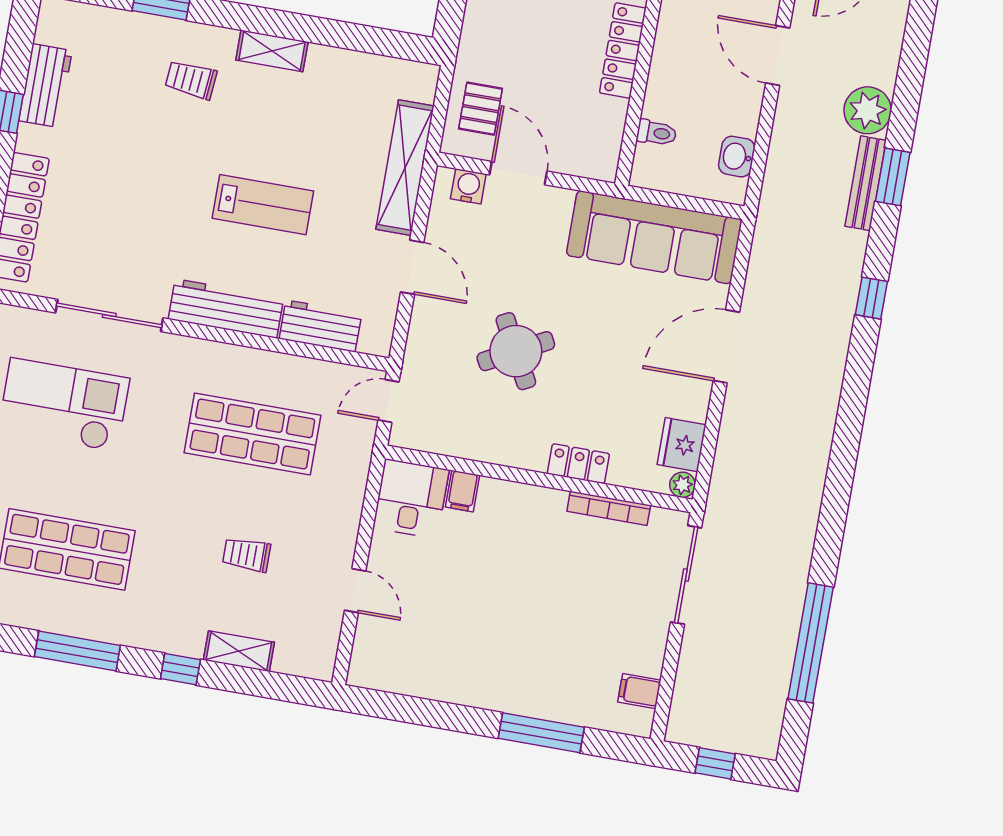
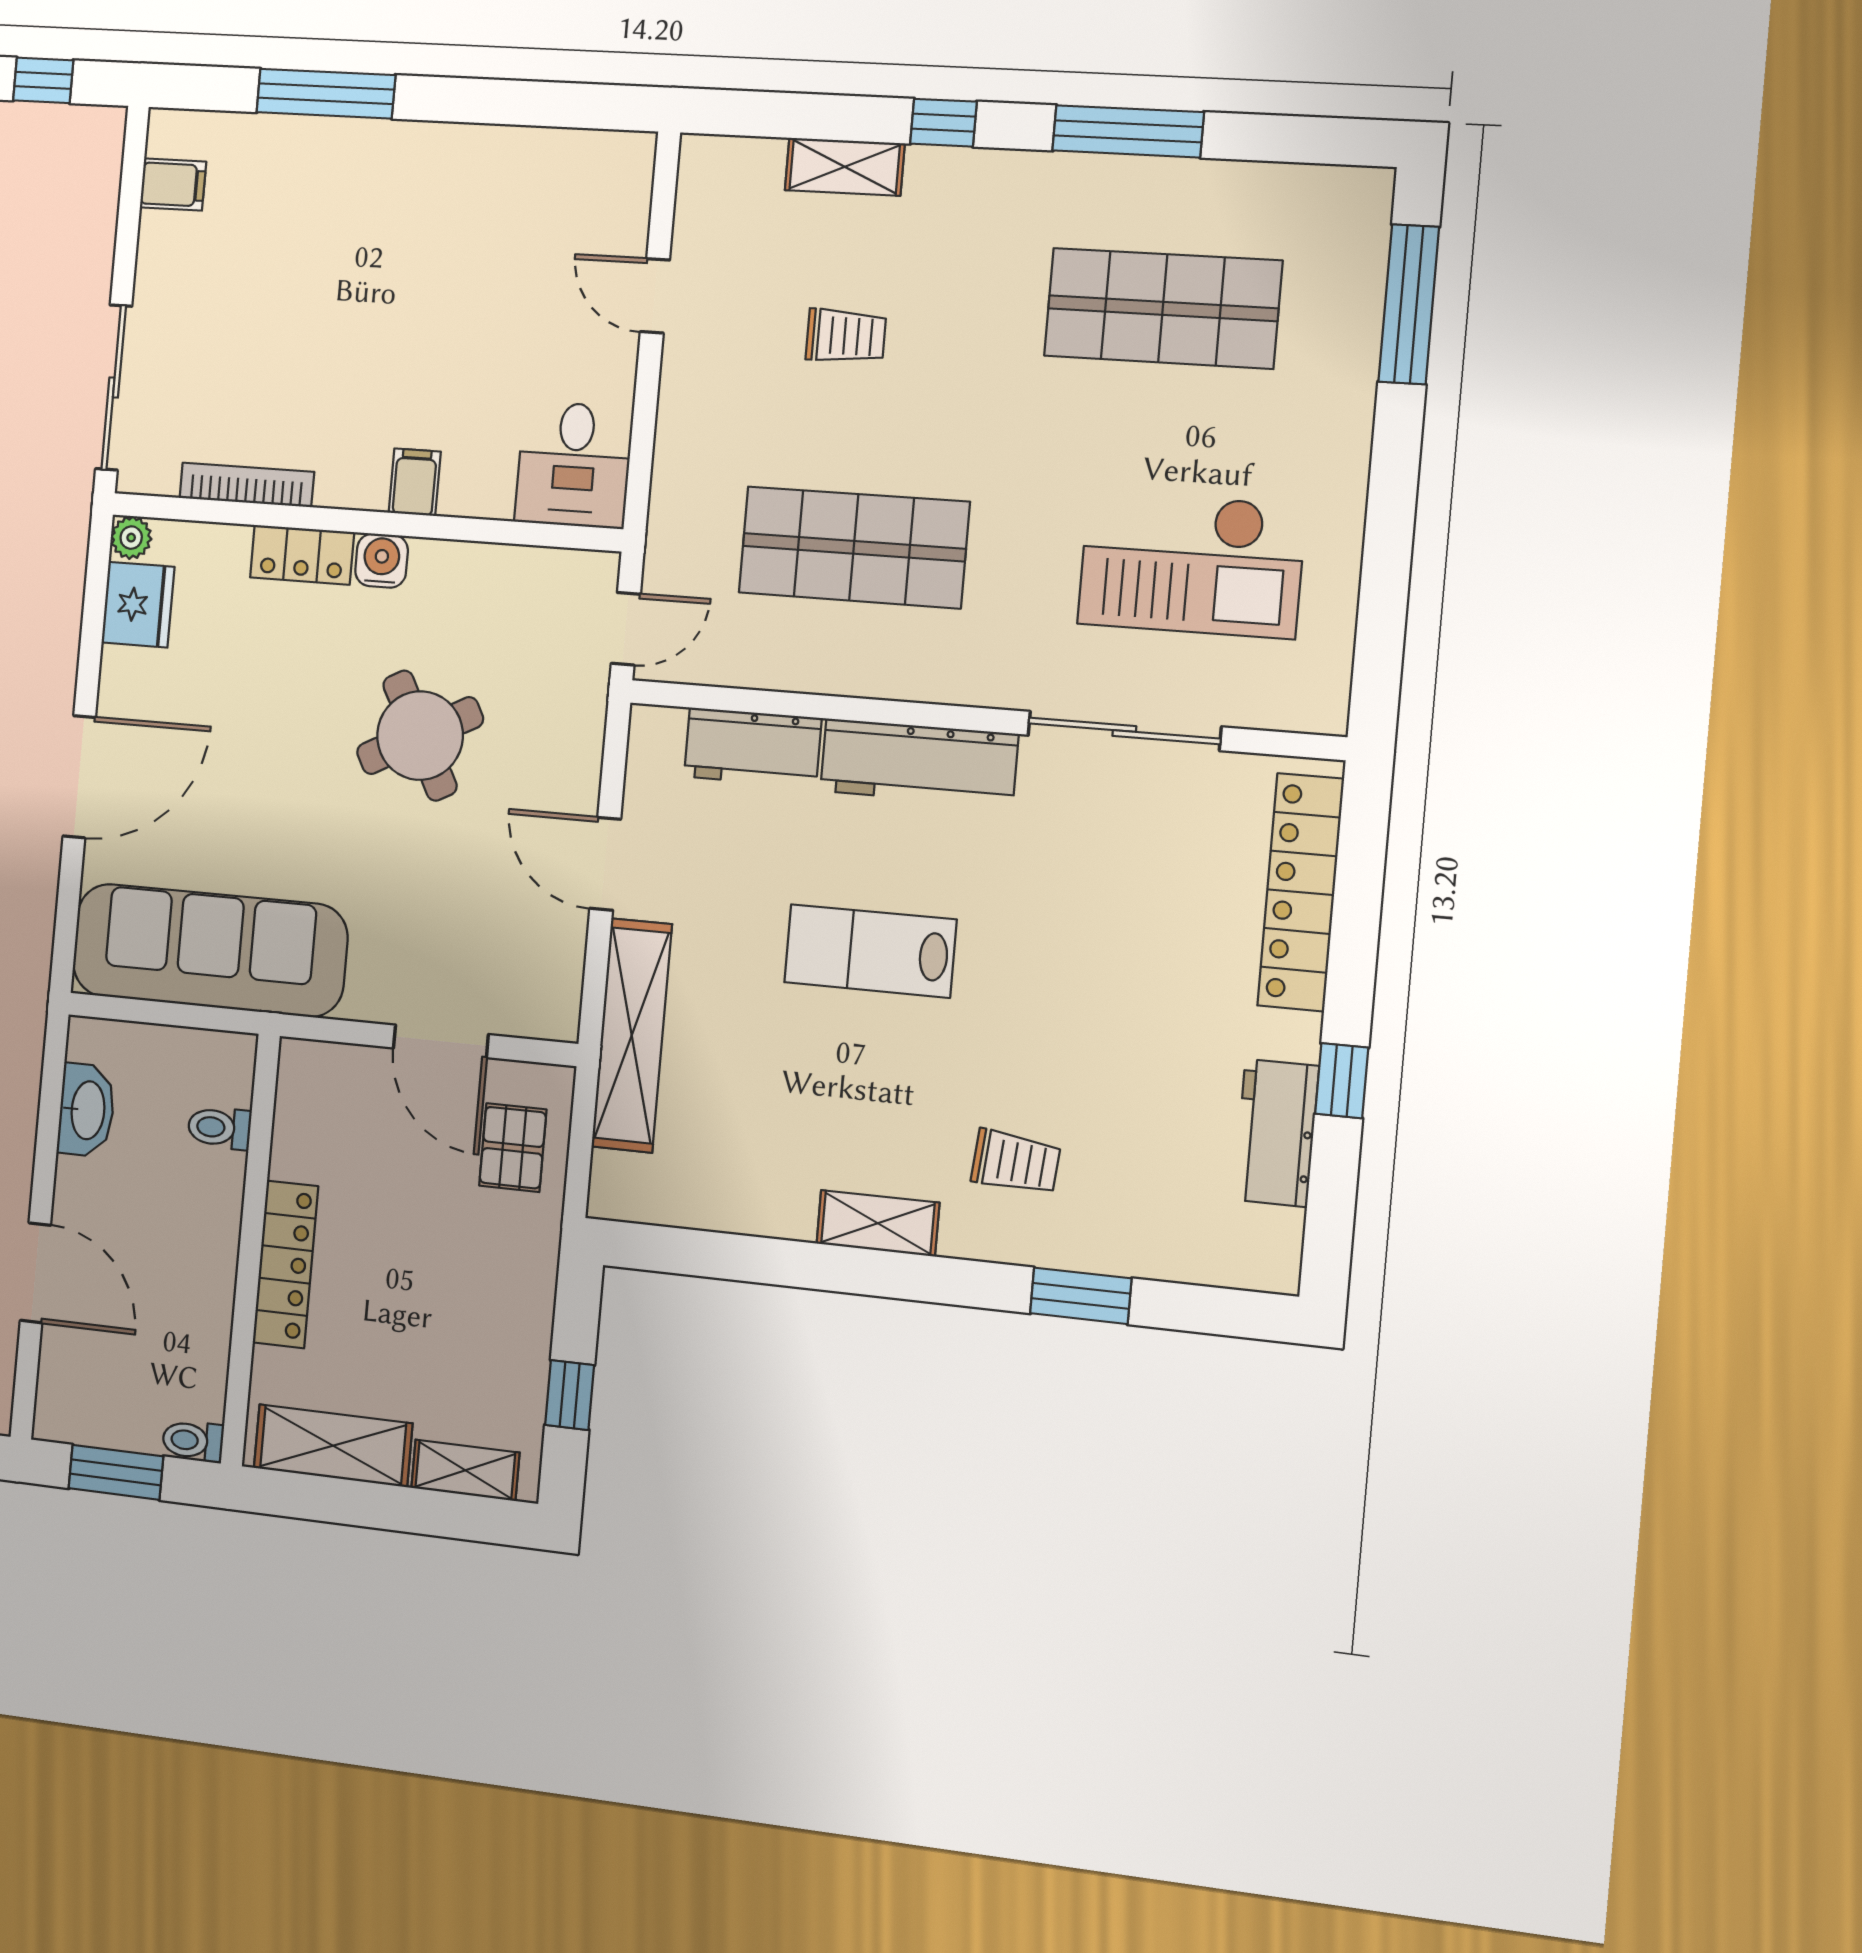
washbasin: (737, 157) -> (86, 1110), width x1.38
water cooler: (468, 186) -> (382, 561), moved, turned 180
filing cabinet: (462, 491) -> (415, 482), moved

